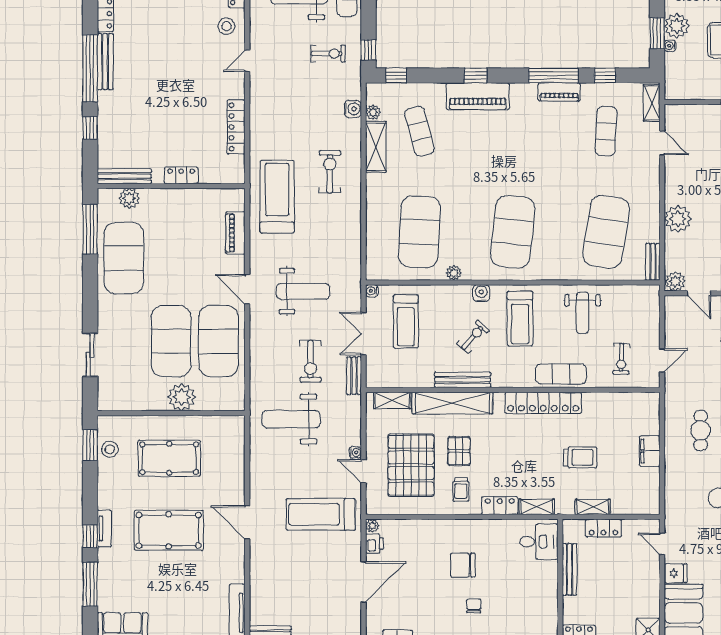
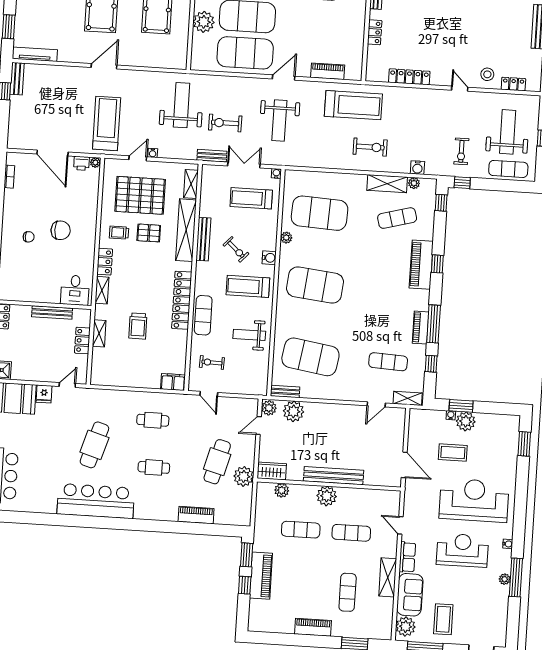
plant: (678, 219) -> (293, 411), moved
filing cabinet: (650, 451) -> (173, 382), moved
chair: (463, 565) -> (61, 230), turned 90

